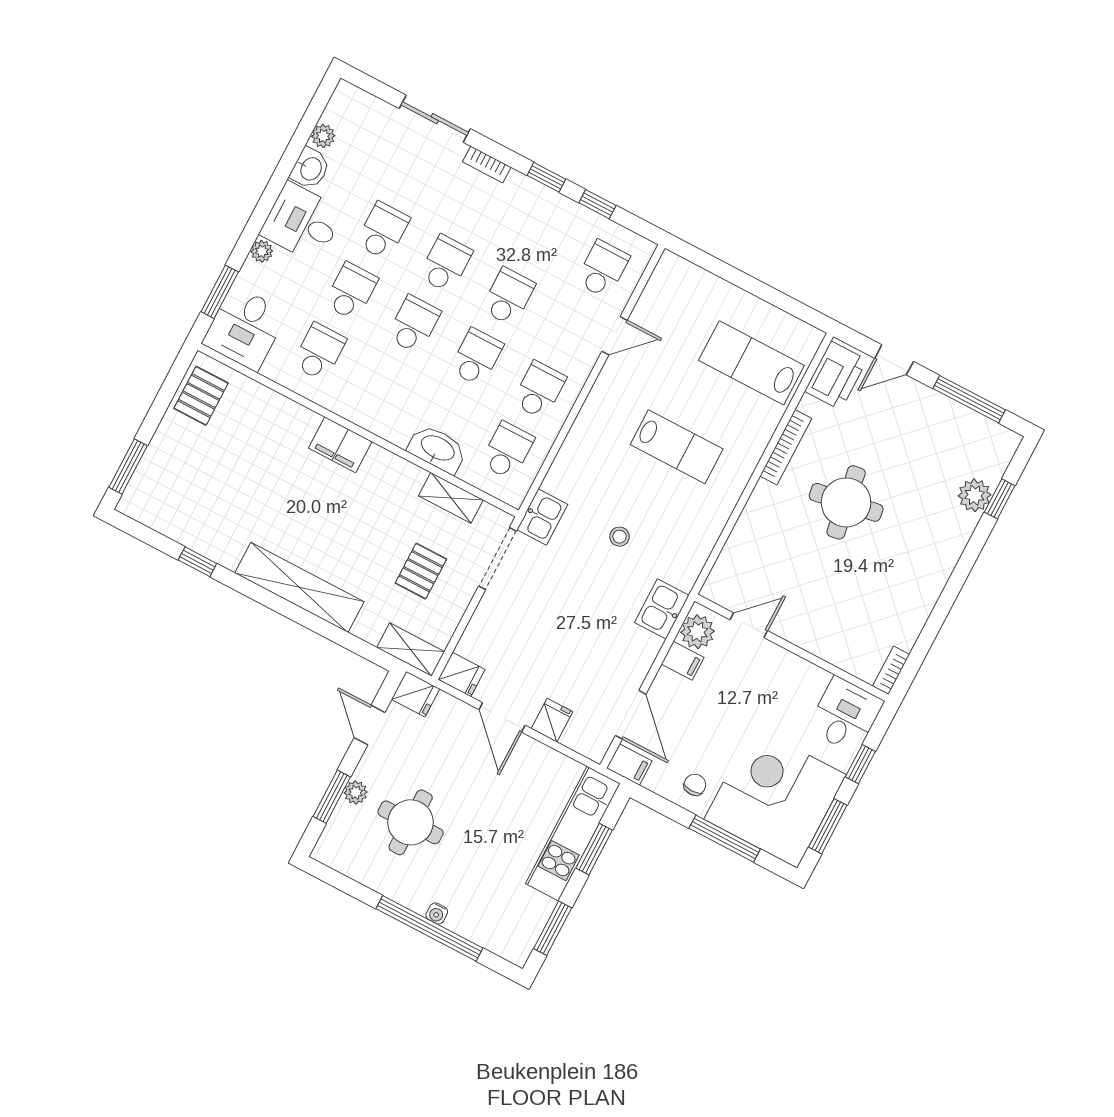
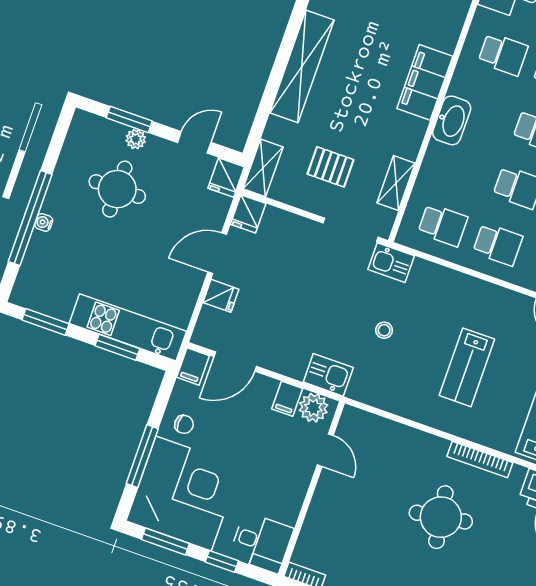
filing cabinet: (340, 445) -> (425, 82), width x1.50, depth x1.17
washbasin: (437, 449) -> (452, 120), moved

